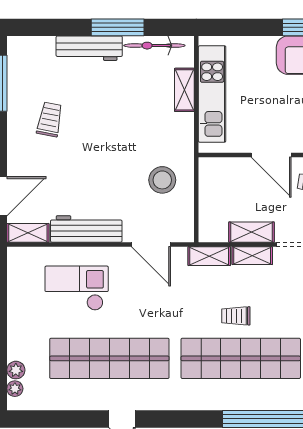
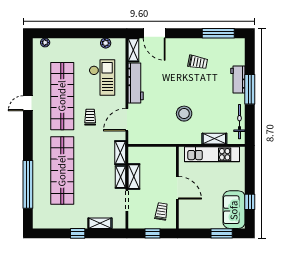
window: (118, 27) -> (250, 89), moved
workbench: (89, 48) -> (238, 80), width x0.73
door: (271, 155) -> (177, 188), swing flipped
stool: (162, 180) -> (184, 114), moved
trolley: (236, 316) -> (90, 117), moved
plant: (16, 370) -> (106, 43), moved

